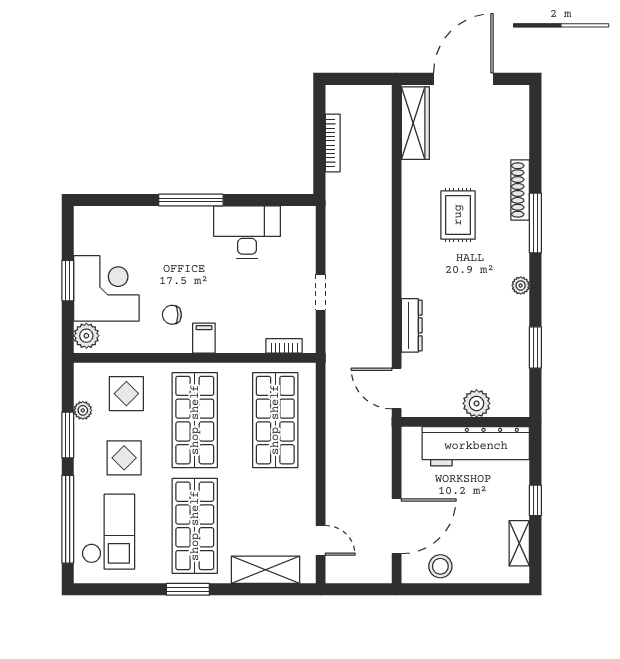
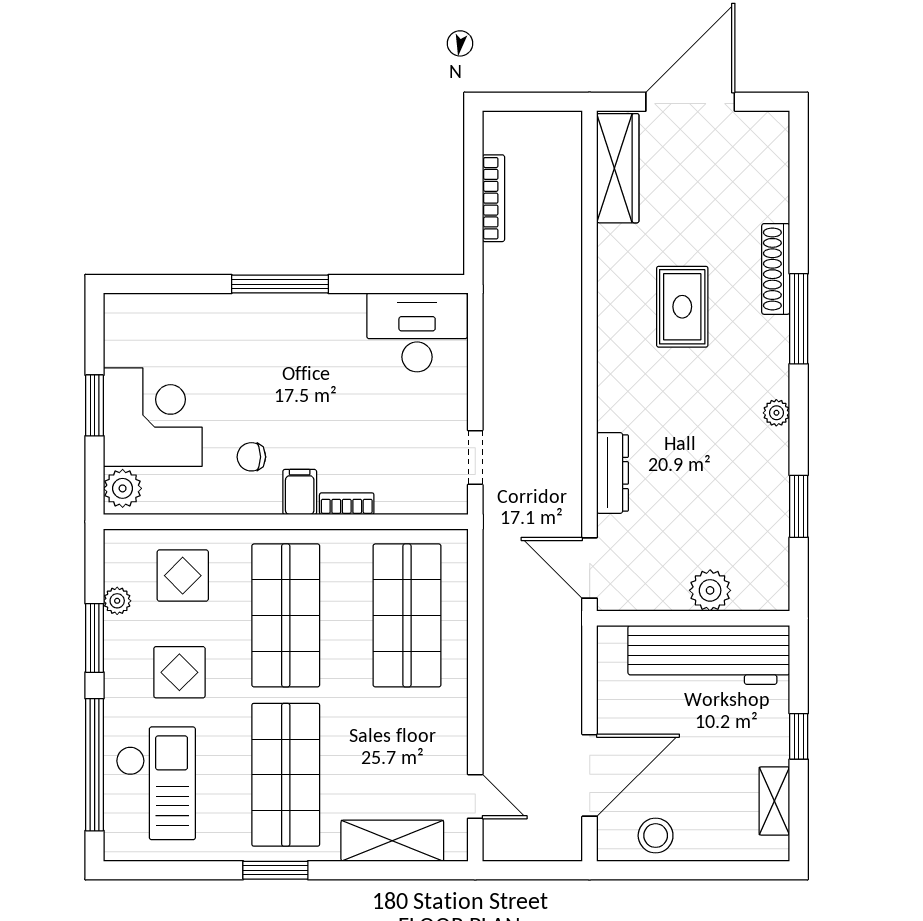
desk: (247, 232) -> (417, 332), moved
doorway: (321, 292) -> (475, 458), moved
bookcase: (284, 346) -> (347, 504), moved

